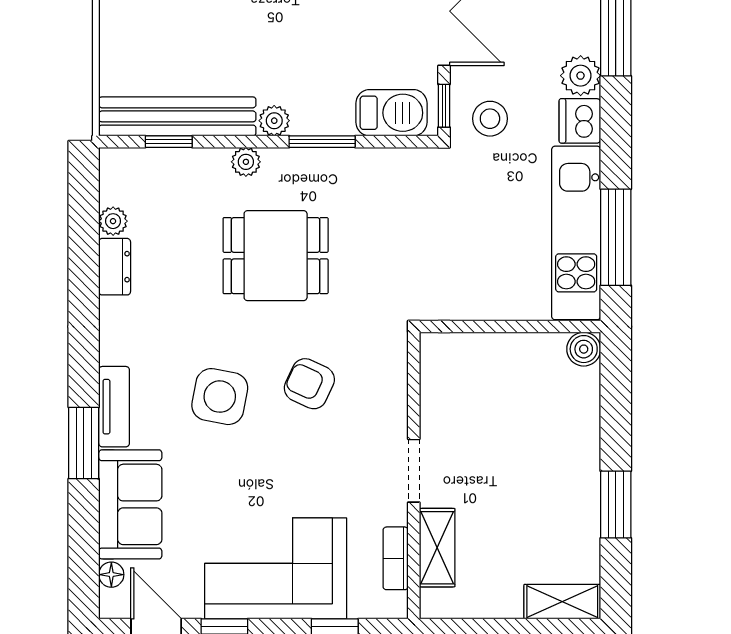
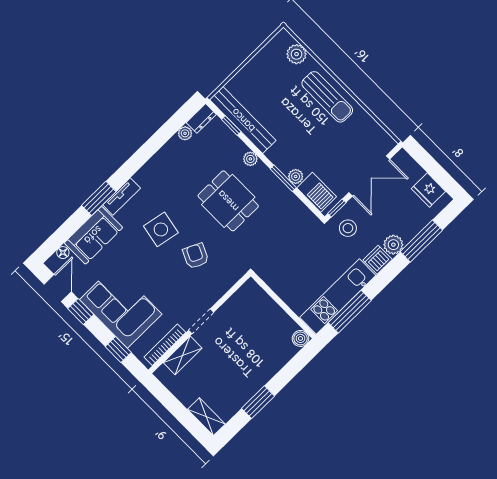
plant: (274, 121) -> (296, 176), moved
dresser: (115, 267) -> (201, 118), moved
bookcase: (396, 558) -> (165, 345), width x1.56

